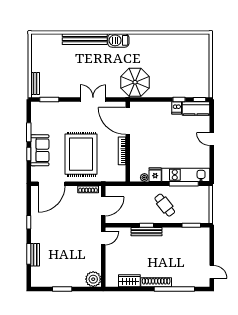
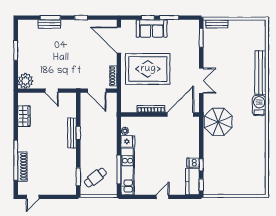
cafe table: (165, 205) -> (95, 178), moved
door: (103, 238) -> (52, 91), moved
shoe rack: (156, 282) -> (22, 167), moved

